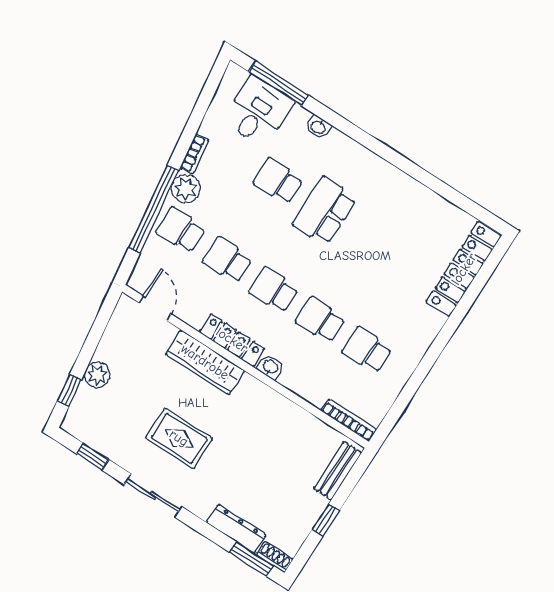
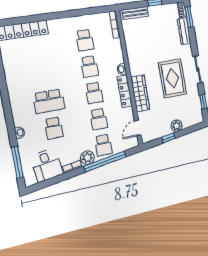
desk: (258, 111) -> (47, 165), moved, turned -98
window: (69, 390) -> (168, 138), moved
rug: (179, 438) -> (173, 78), width x1.36, depth x1.43

